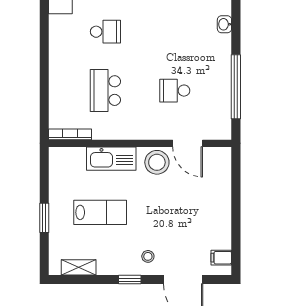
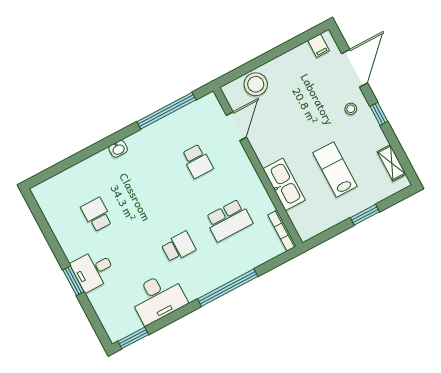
school desk: (105, 32) -> (178, 247), turned 90
window: (44, 57) -> (228, 288), added
stool: (157, 162) -> (256, 84), moved

